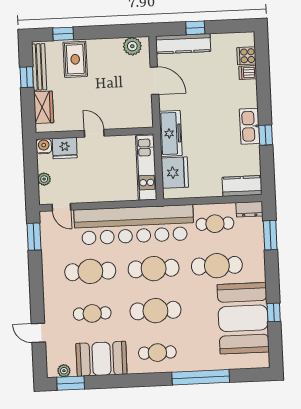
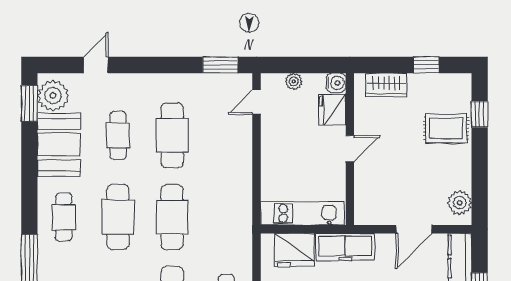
bench: (39, 67) -> (438, 81), removed
bar counter: (134, 225) -> (230, 194), removed
plant: (64, 371) -> (53, 96), width x1.87, depth x1.87

